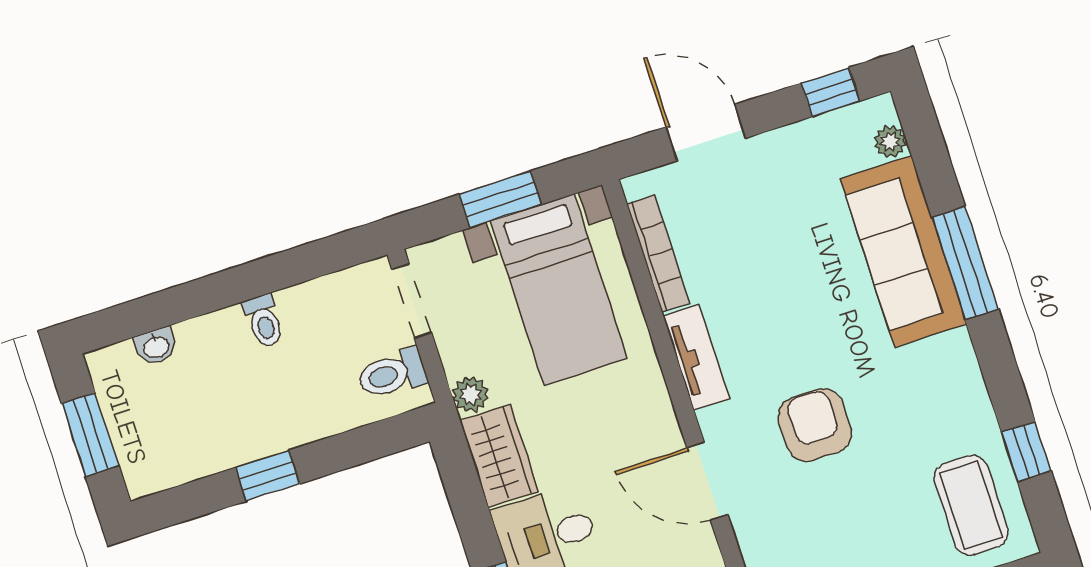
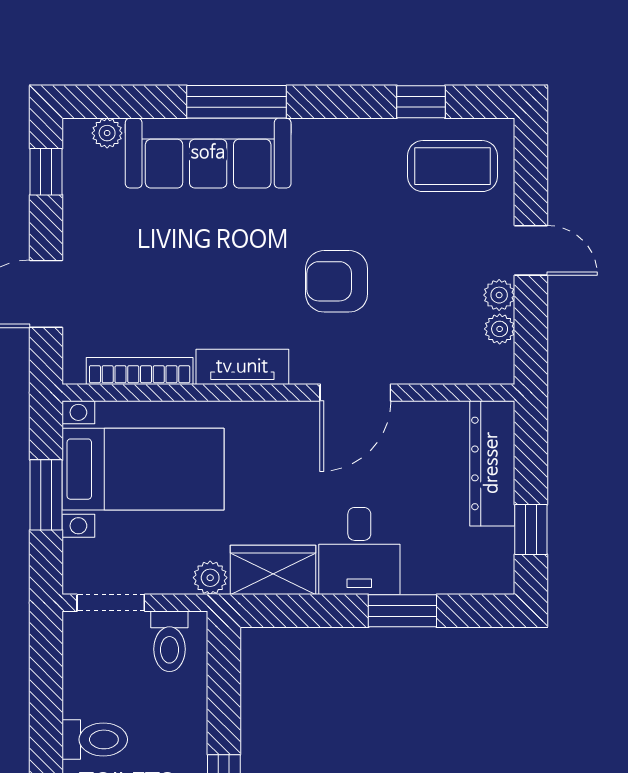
toilet: (264, 321) -> (95, 739), width x1.37, depth x1.39

